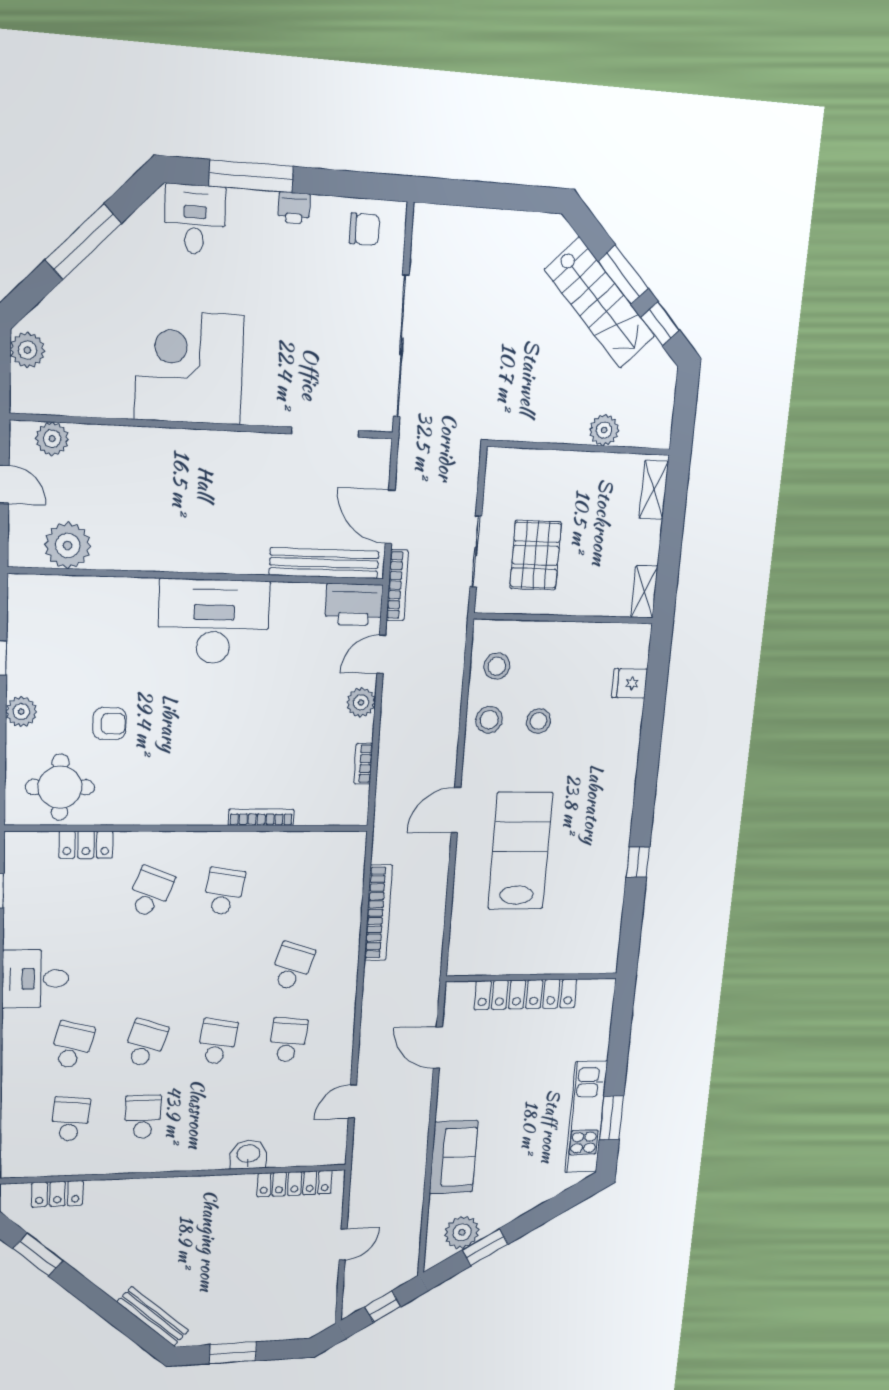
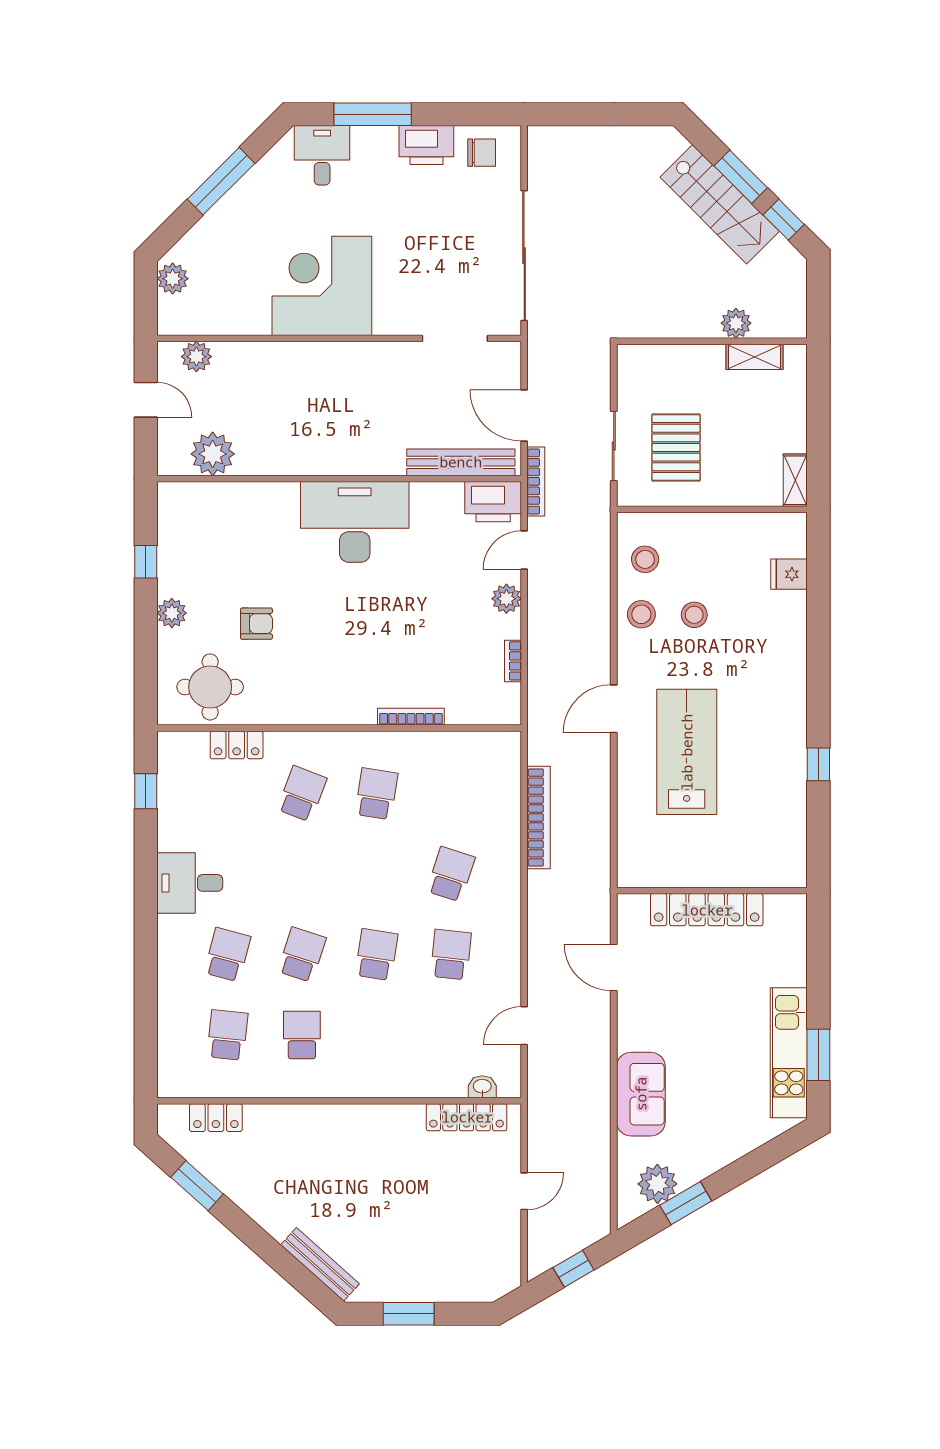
printer: (294, 208) -> (426, 145), width x1.87, depth x1.48
shelving: (654, 490) -> (754, 357), moved, turned 90
washbasin: (248, 1154) -> (482, 1087), moved, width x0.72, depth x0.69

